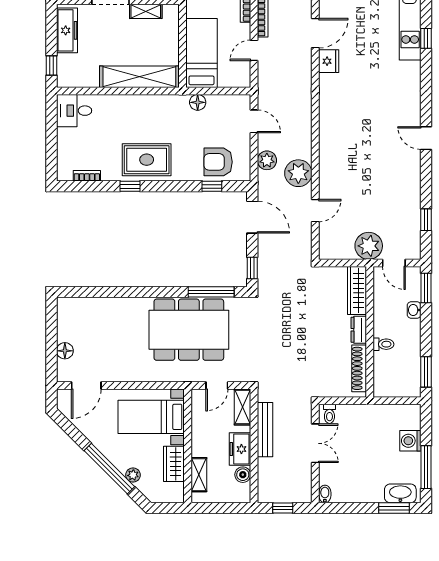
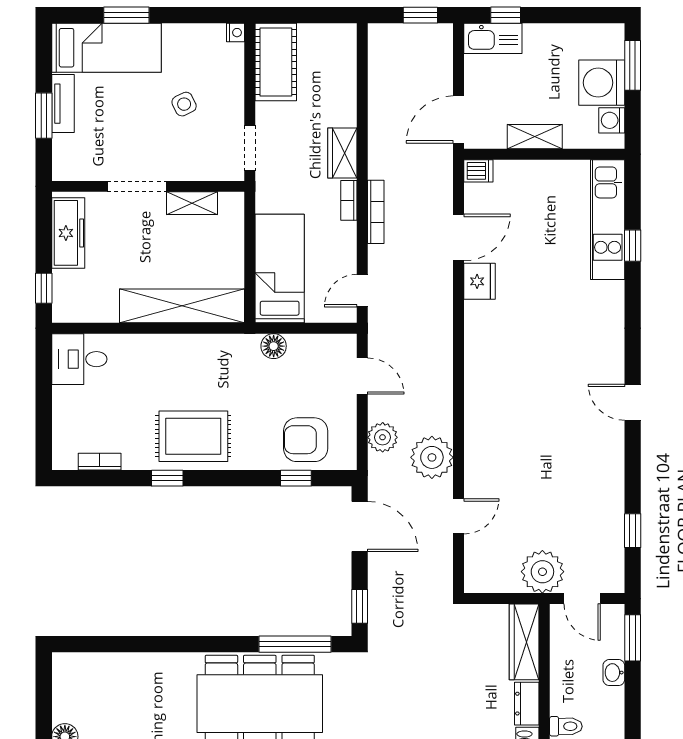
door: (254, 50) -> (362, 291), moved

